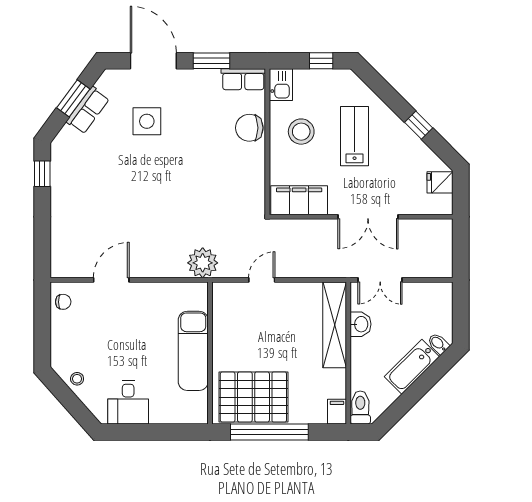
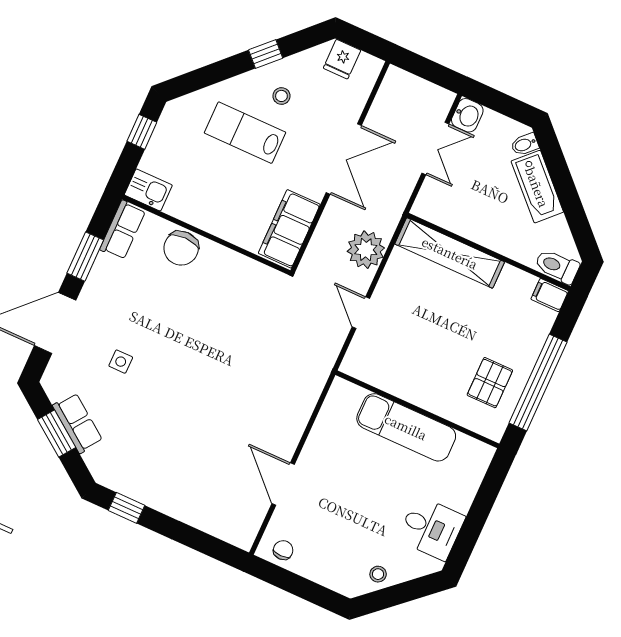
side table: (147, 121) -> (121, 362), width x0.54, depth x0.54
stool: (301, 132) -> (281, 96), moved, width x0.53, depth x0.53
plant: (203, 263) -> (366, 250), moved
double door: (380, 280) -> (435, 149), moved
washbasin: (361, 324) -> (467, 115), moved, turned 90
pallet: (253, 397) -> (490, 383), width x0.49, depth x0.50

